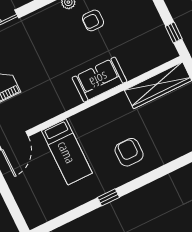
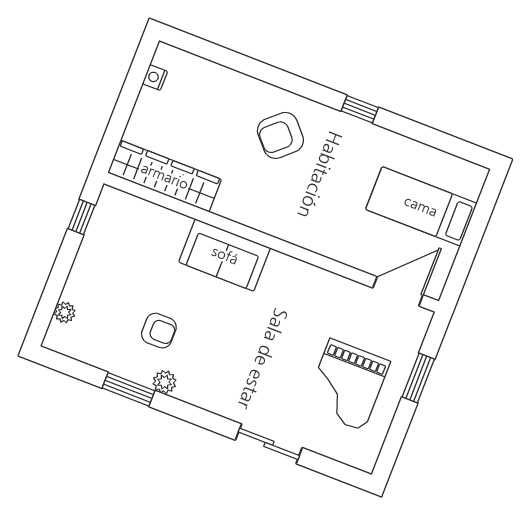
bed: (67, 152) -> (421, 206), moved, turned -90
armchair: (129, 152) -> (280, 135), turned 48

